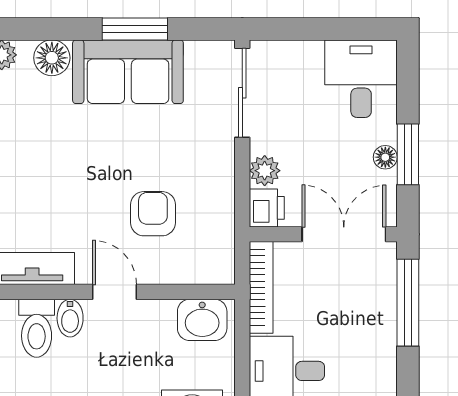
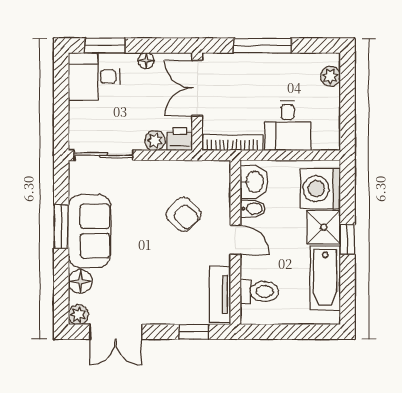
window: (408, 154) -> (105, 46), moved
armchair: (153, 214) -> (184, 214), turned -135
door: (115, 292) -> (235, 240), swing flipped
window: (408, 303) -> (263, 46), moved
bidet: (70, 318) -> (253, 209), moved

